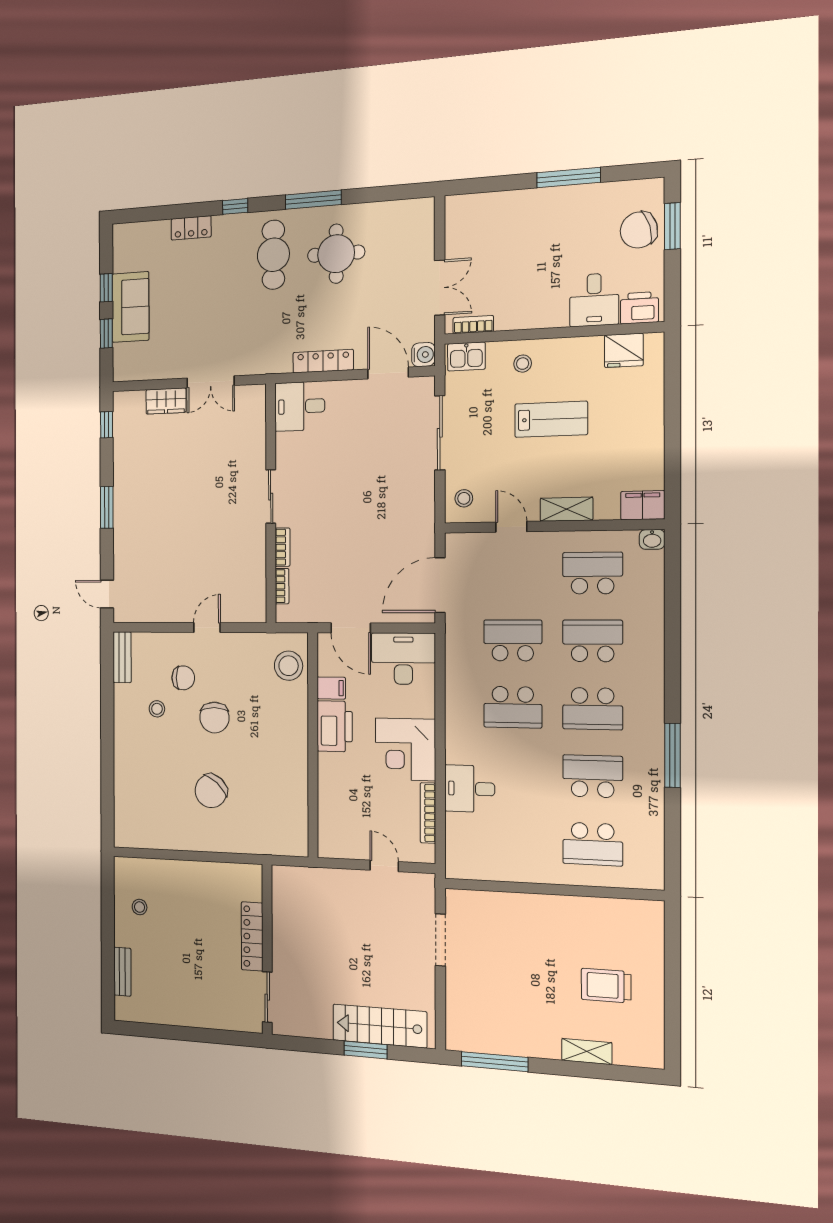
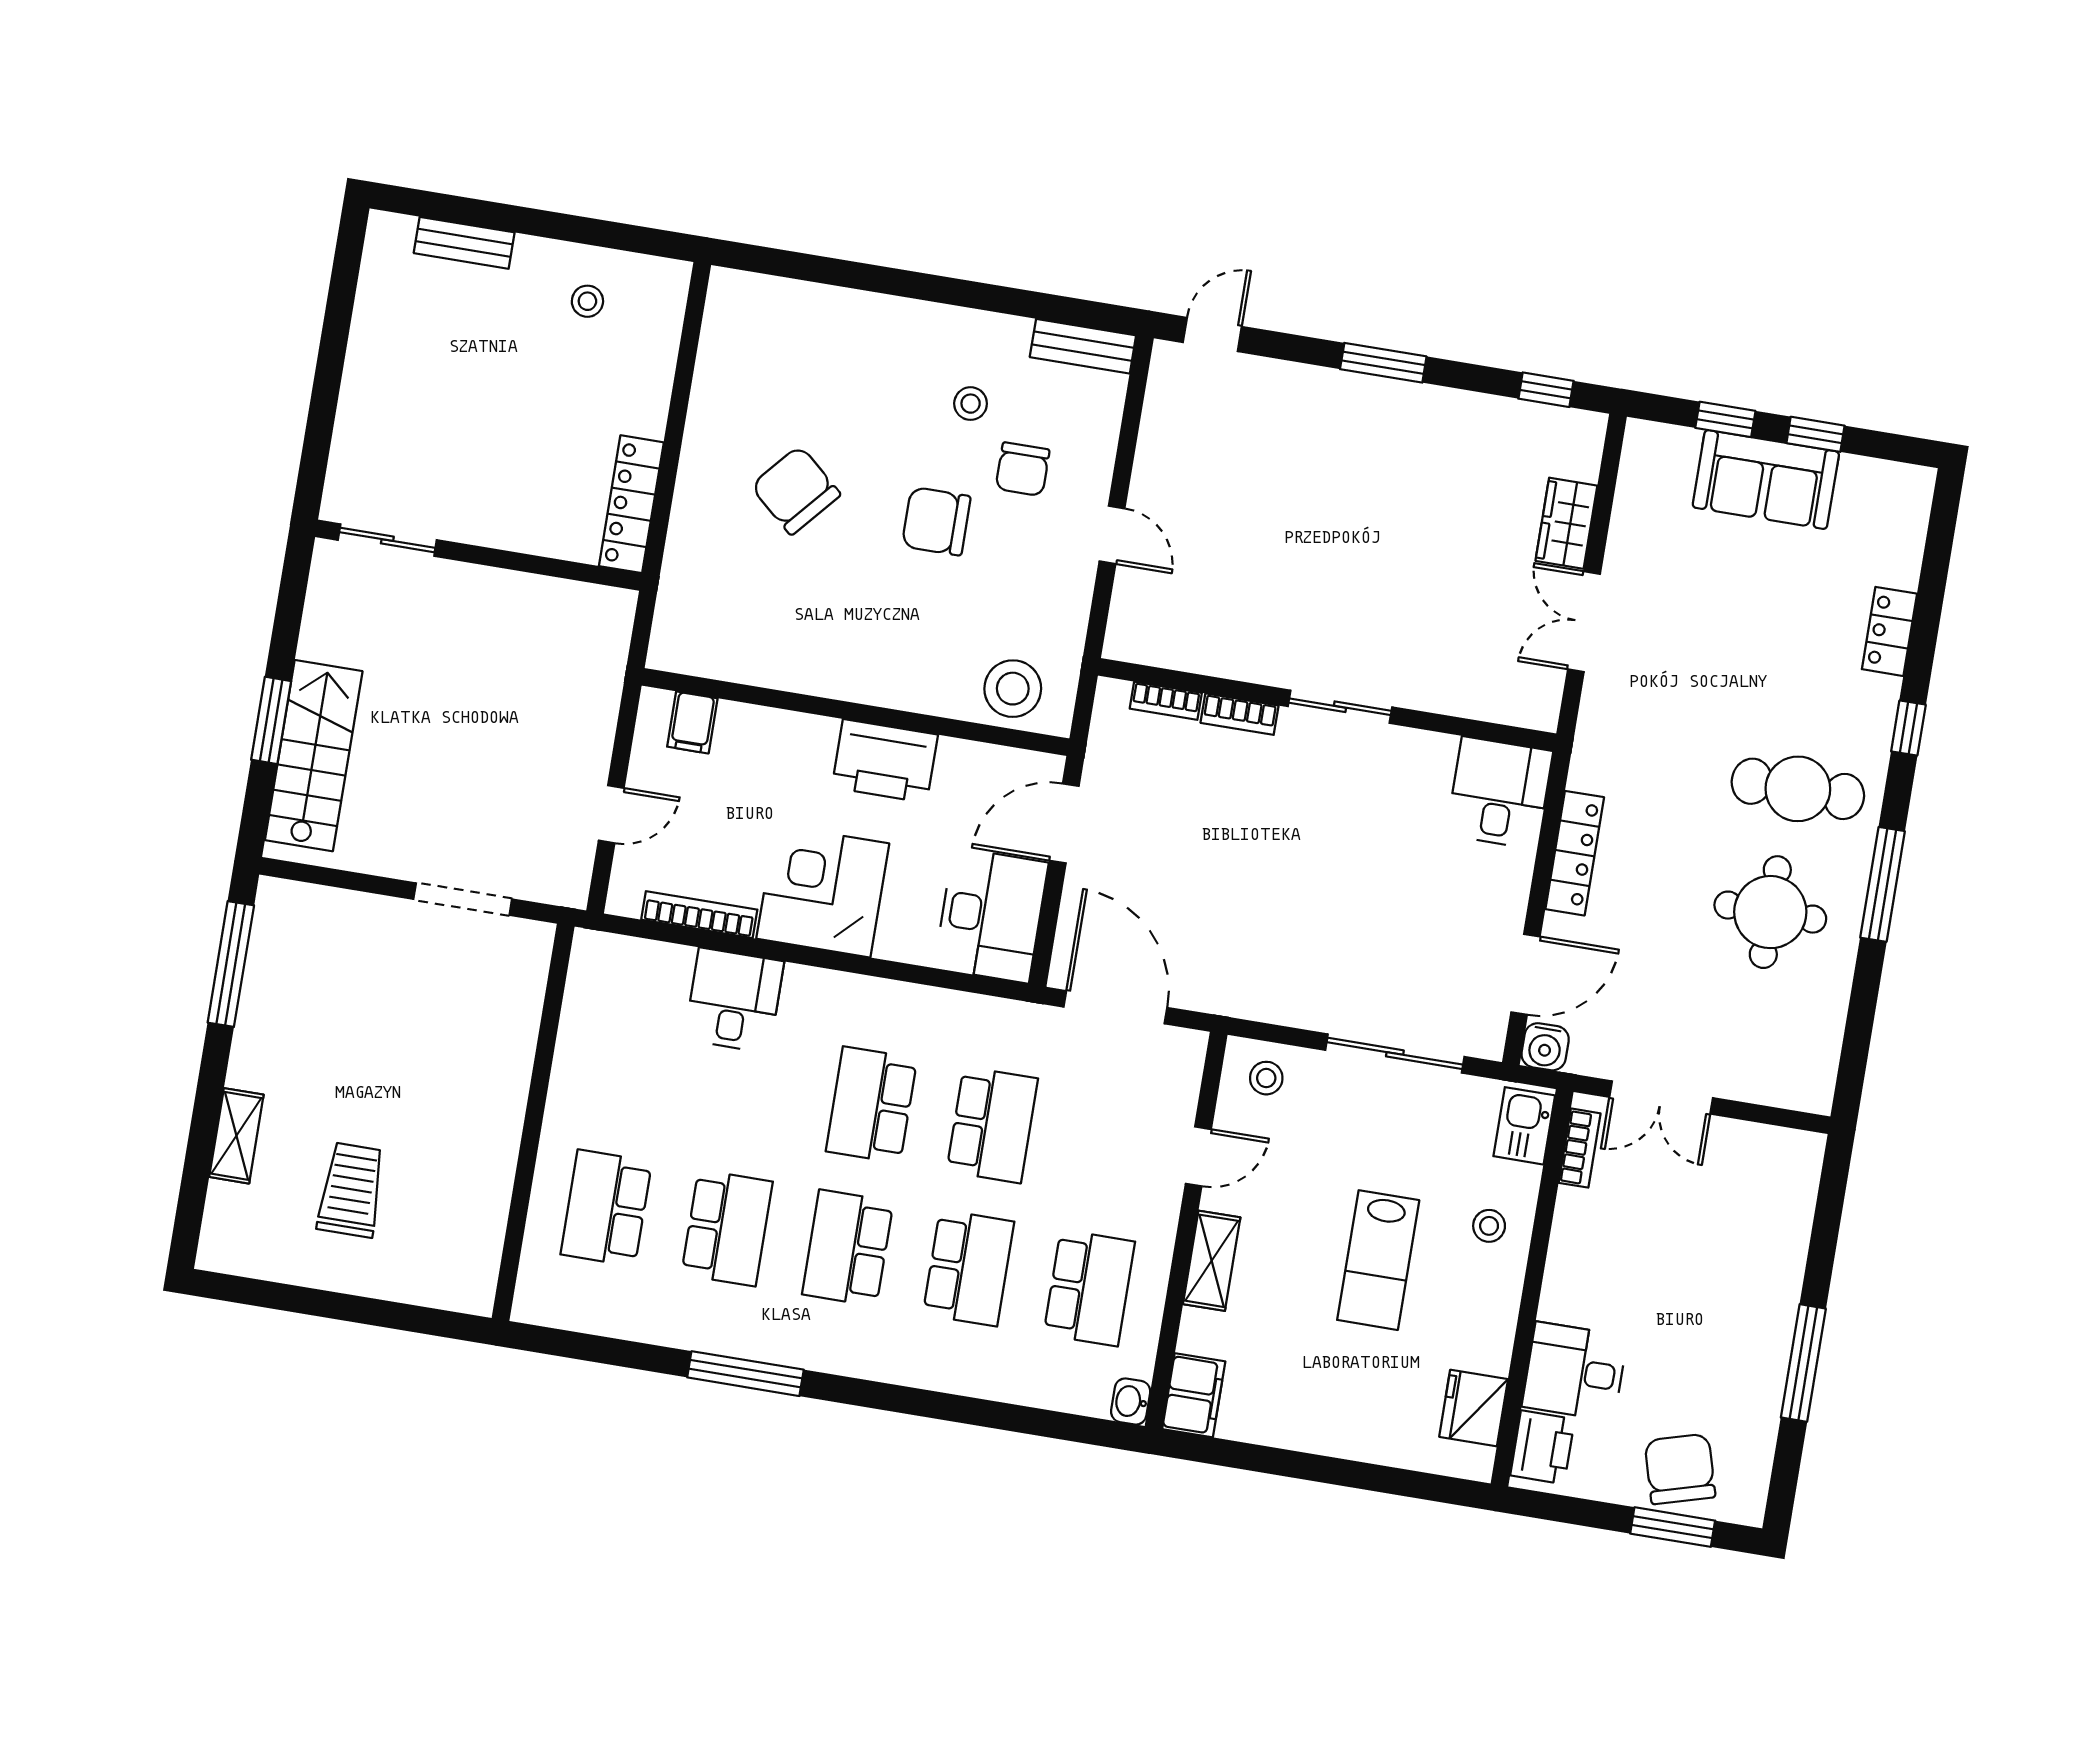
filing cabinet: (331, 688) -> (692, 722), moved
locker: (252, 936) -> (631, 504), moved, turned -90

